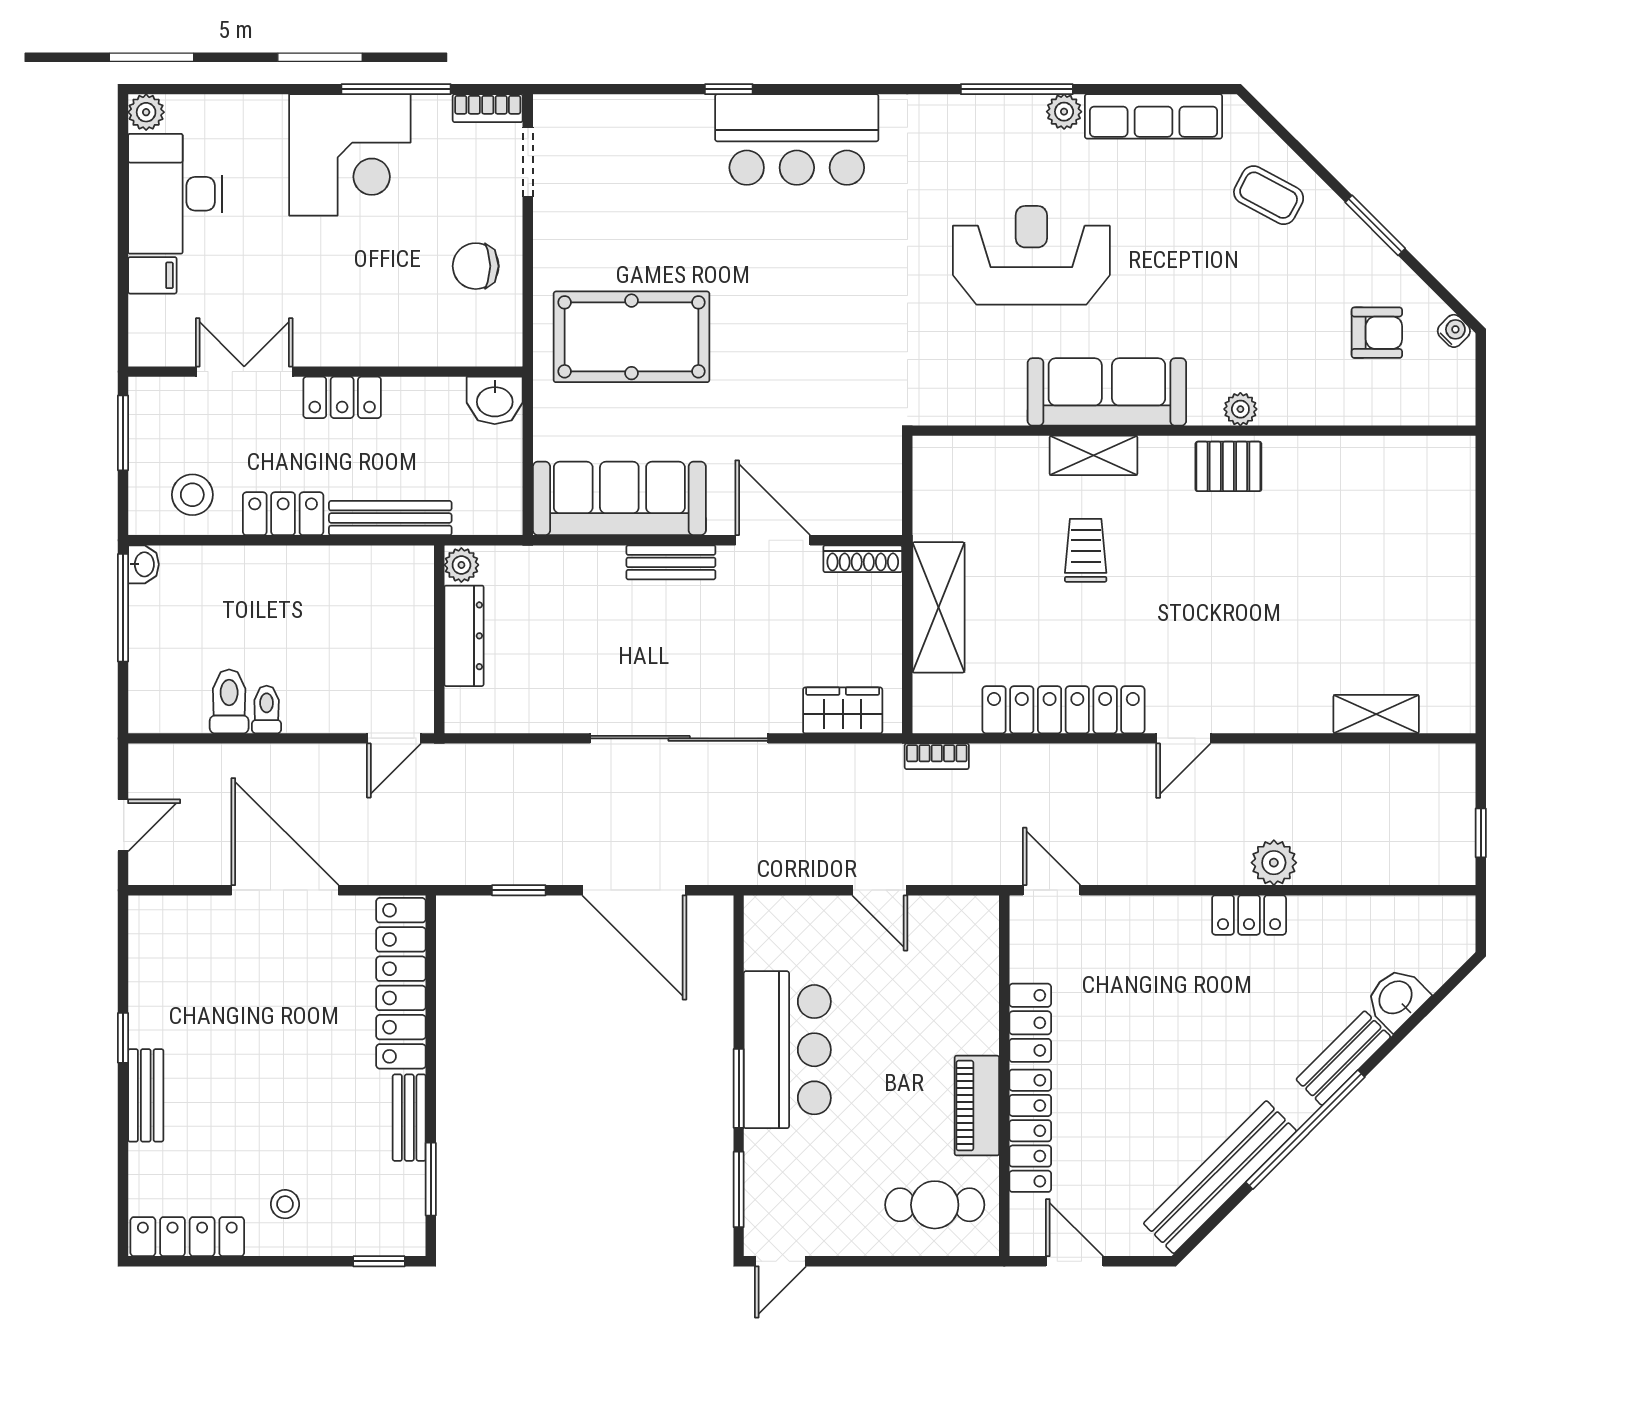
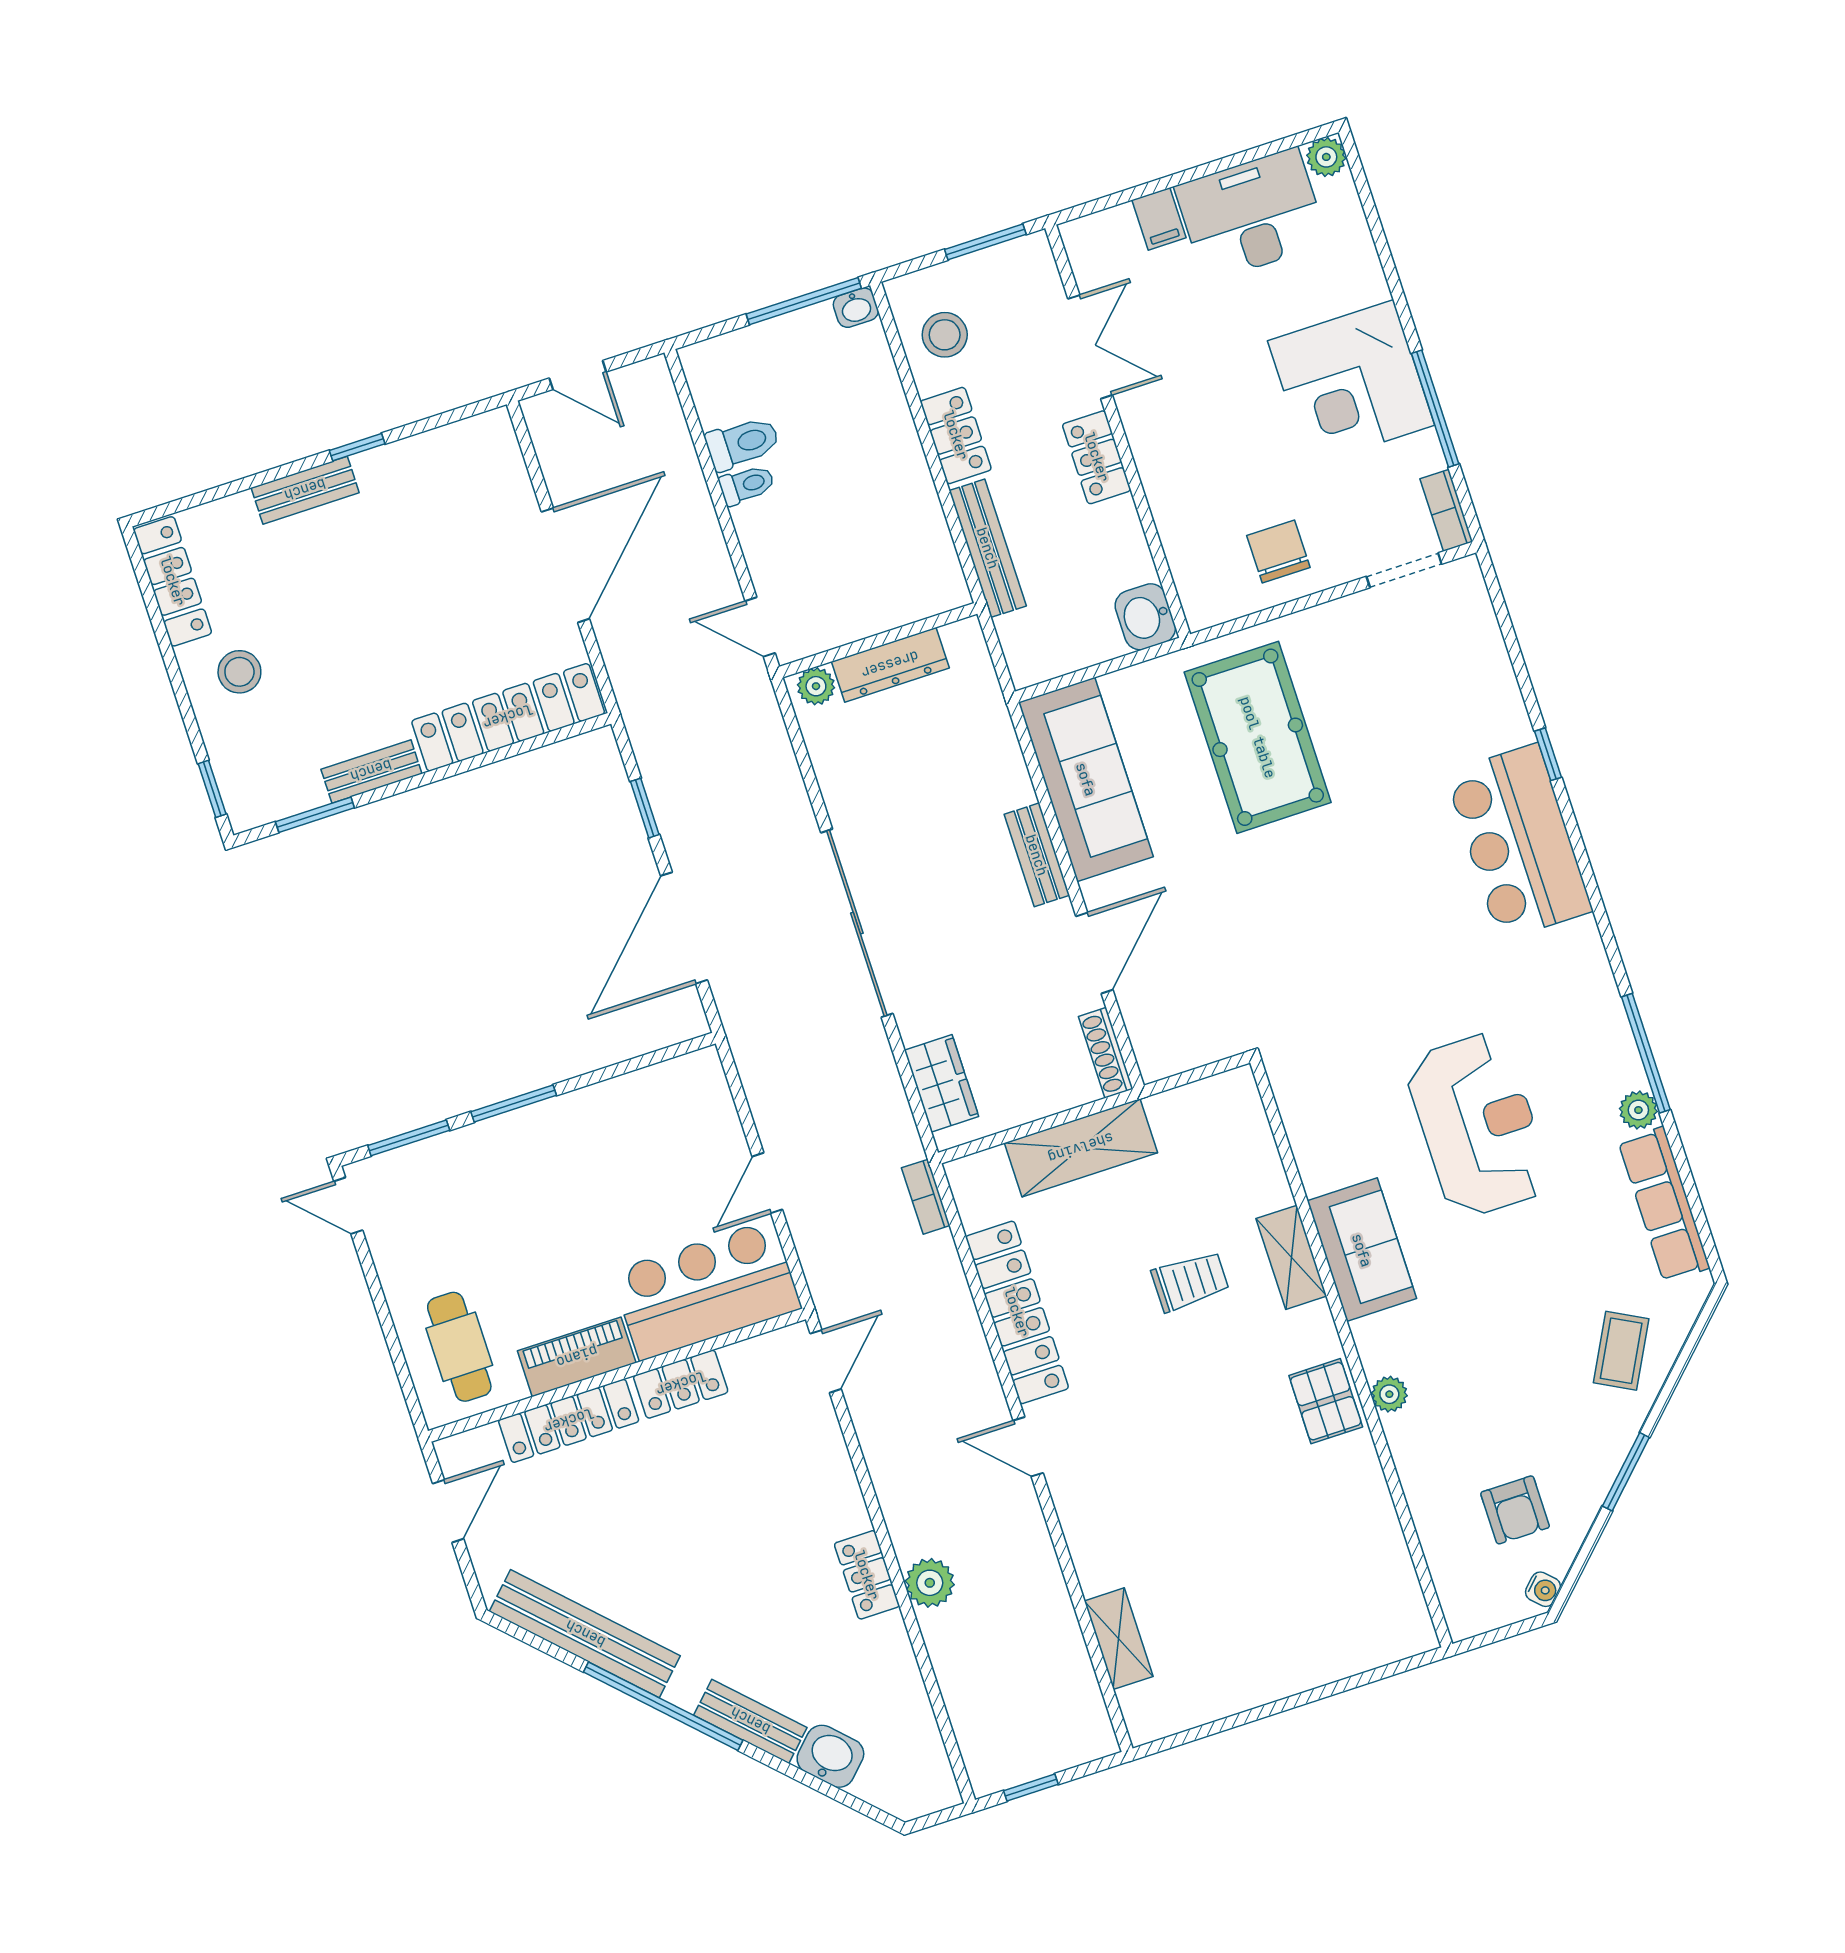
sofa: (1107, 392) -> (1362, 1250), width x0.73
plant: (461, 565) -> (816, 686), moved
bar counter: (787, 1050) -> (706, 1290), moved, turned 180
stool: (285, 1204) -> (239, 672), width x1.37, depth x1.37

